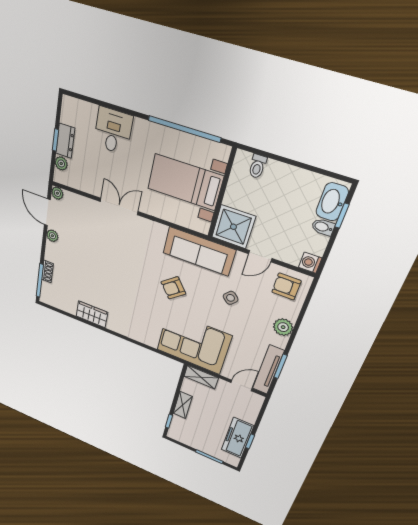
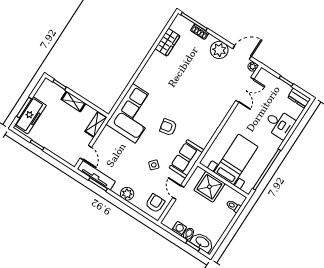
dresser: (65, 141) -> (299, 98), moved
plant: (61, 163) -> (271, 78), removed
double door: (119, 206) -> (245, 90), moved
shower: (233, 227) -> (209, 187), moved
plant: (52, 236) -> (219, 50), width x1.87, depth x1.87
sofa: (199, 251) -> (187, 159), width x0.73
washing machine: (310, 263) -> (179, 229), moved
armchair: (173, 288) -> (168, 127), turned -63
wardrobe: (92, 314) -> (168, 42), moved
corner sofa: (194, 343) -> (134, 113), moved
freezer: (237, 438) -> (30, 115), moved, turned 90

